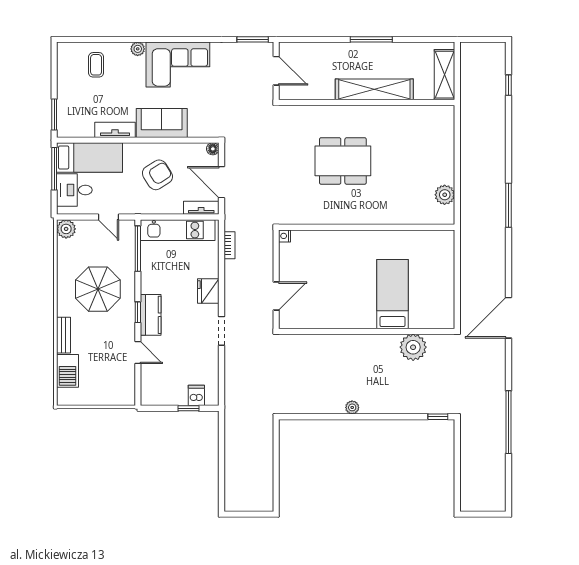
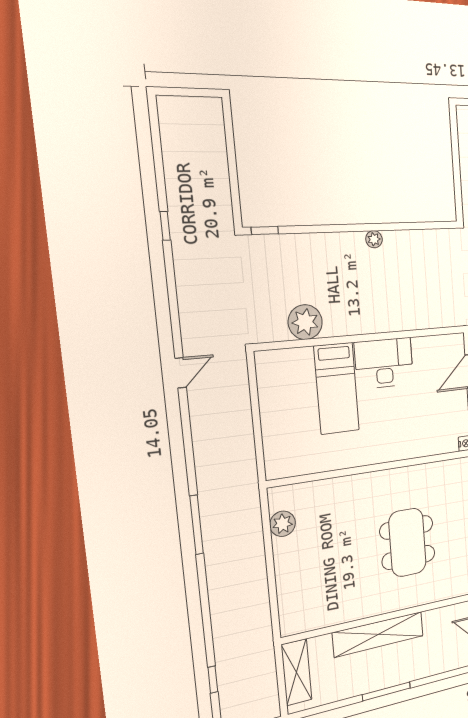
dining table: (343, 161) -> (407, 542), turned 90
desk: (352, 310) -> (384, 363), added
door: (508, 318) -> (181, 373), width x0.53
window: (508, 422) -> (165, 226), width x0.32

